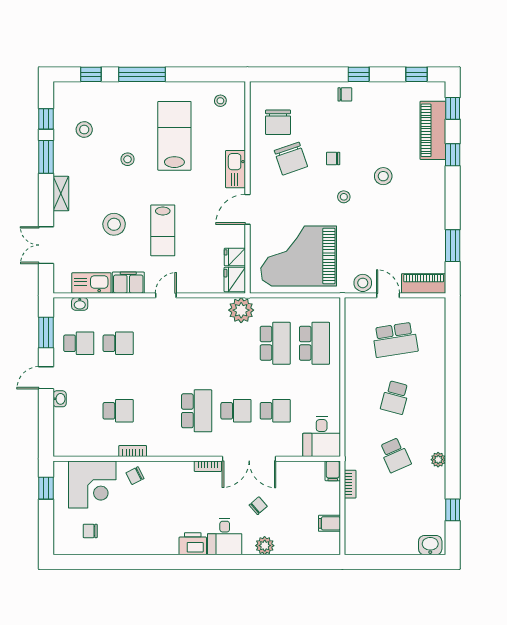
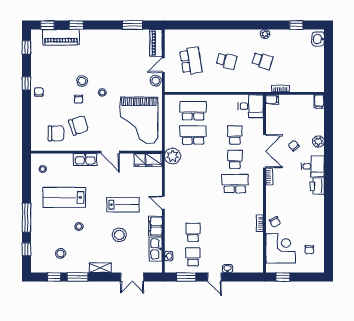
stool: (383, 176) -> (82, 81), moved
school desk: (118, 411) -> (235, 232), removed
school desk: (395, 455) -> (262, 61), turned 42
filing cabinet: (329, 523) -> (319, 101), moved

